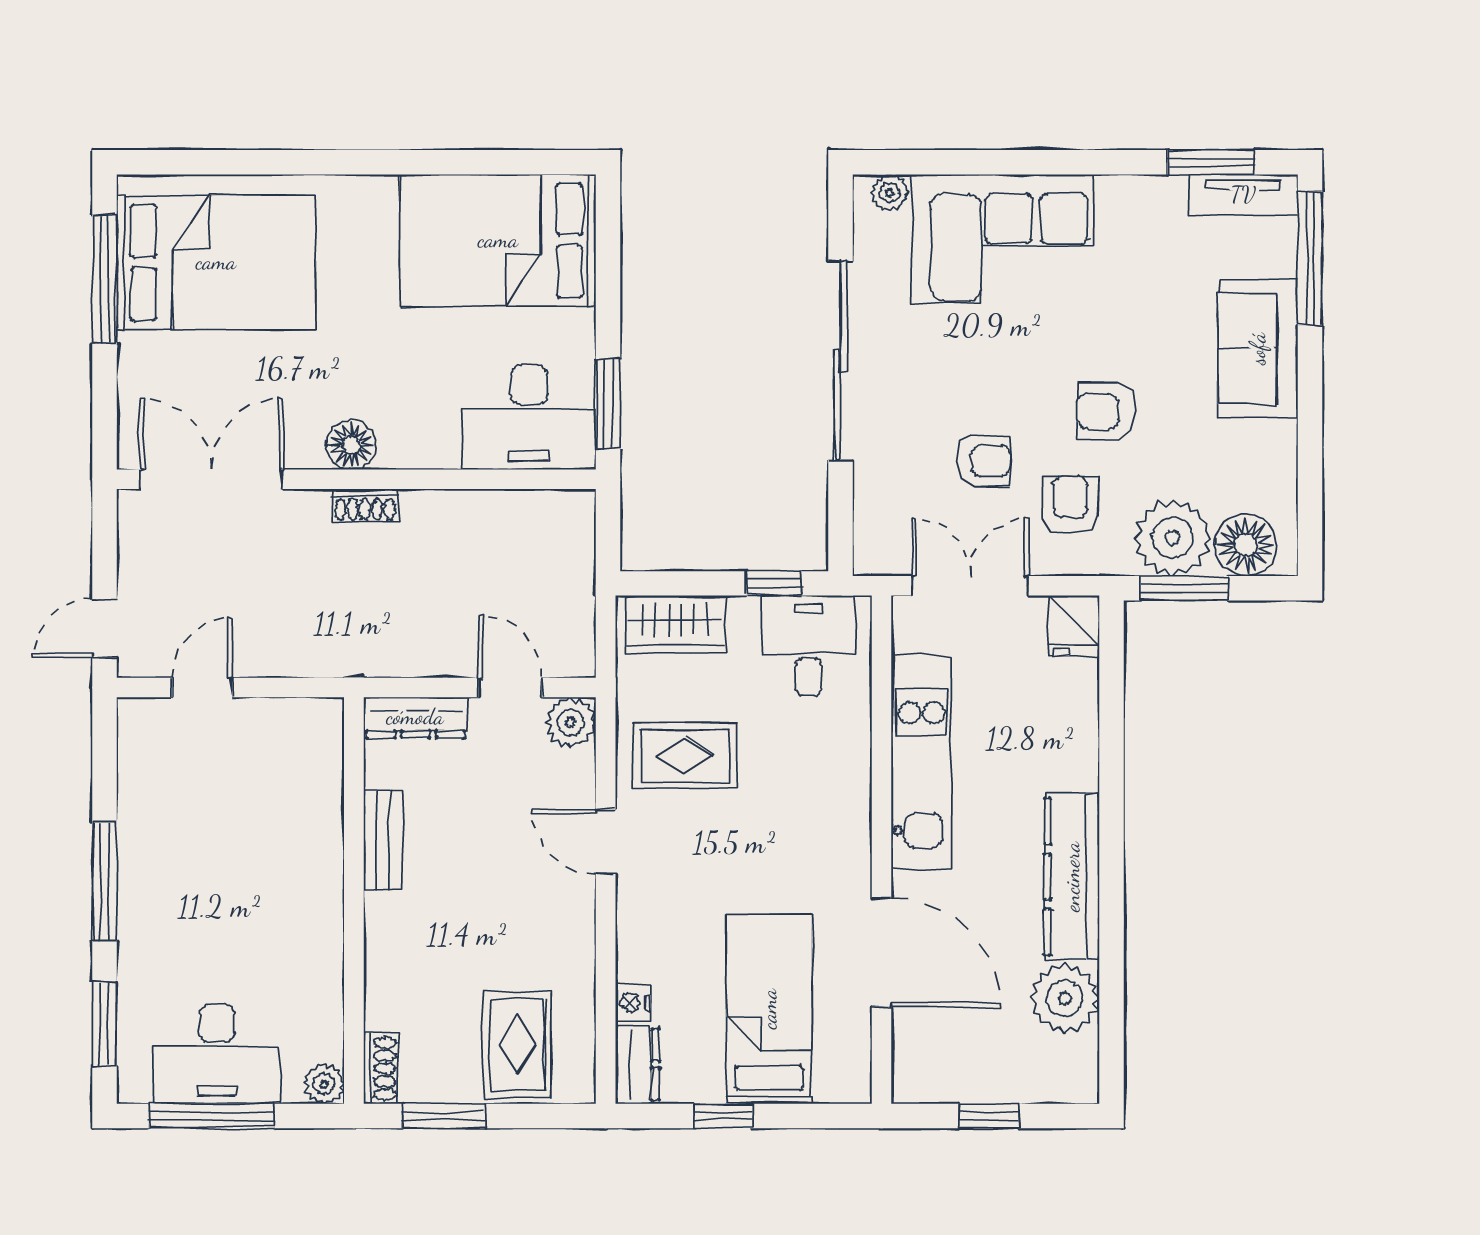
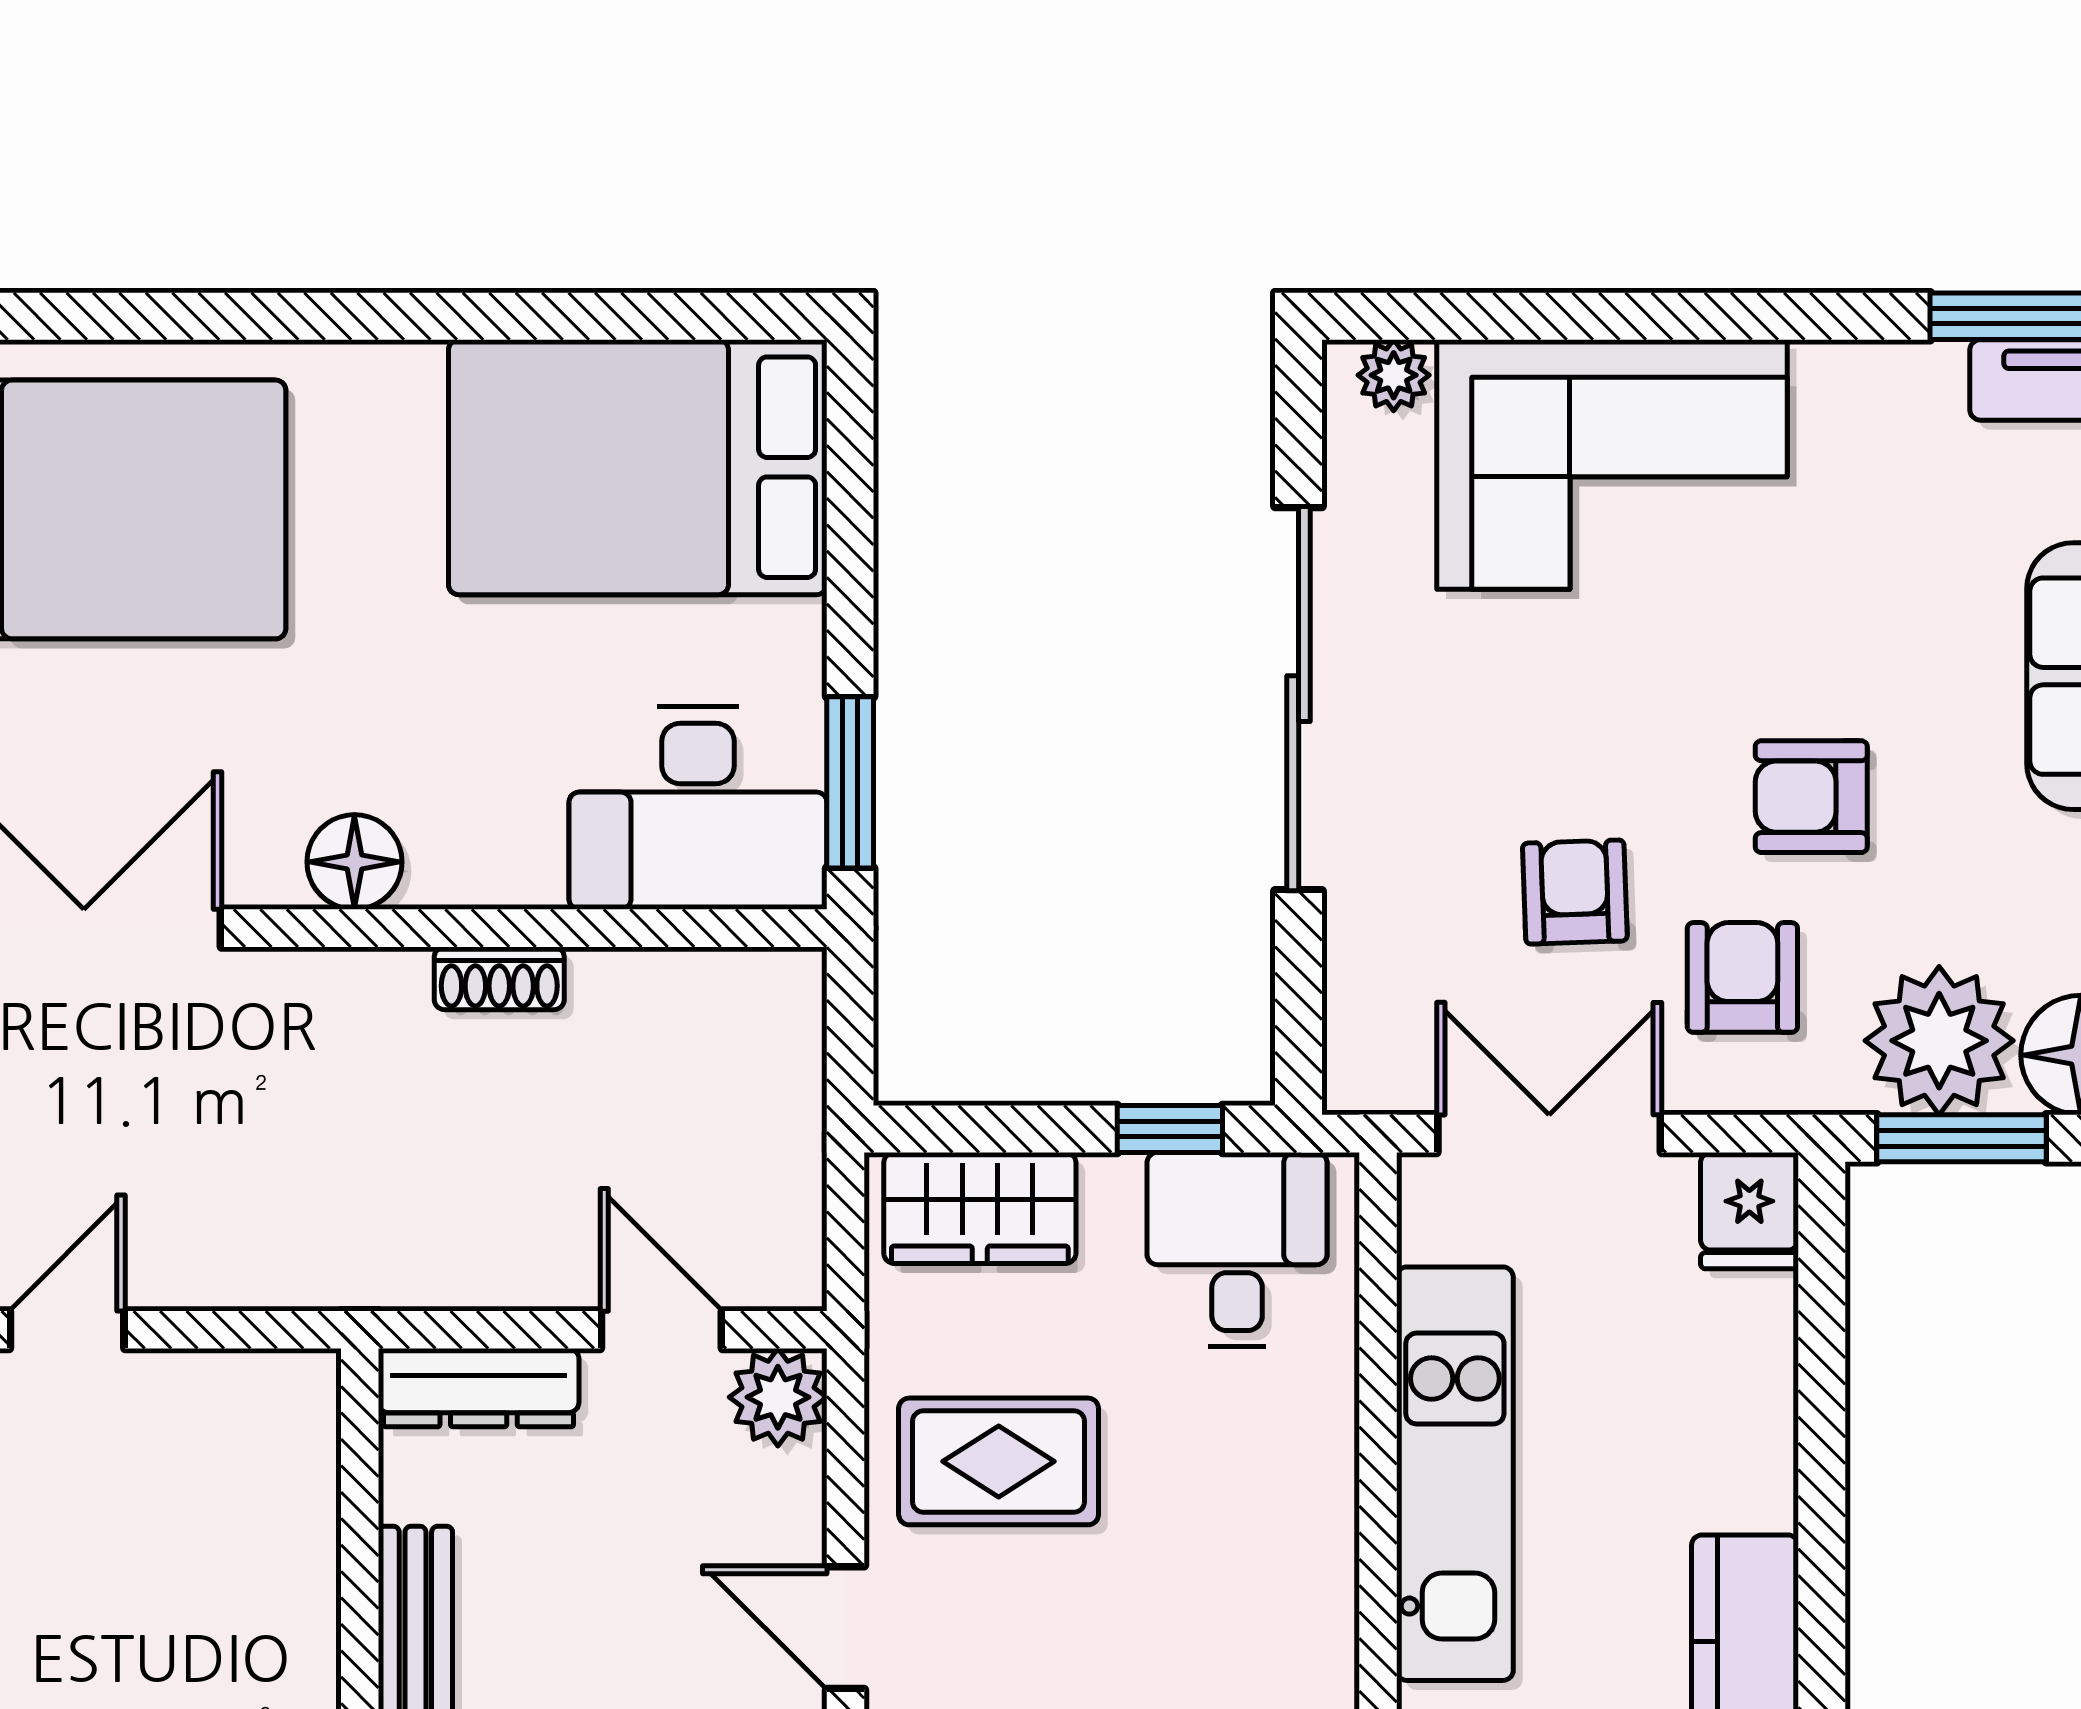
armchair: (984, 461) -> (1575, 892), turned -92
shoe rack: (365, 505) -> (499, 978), moved

